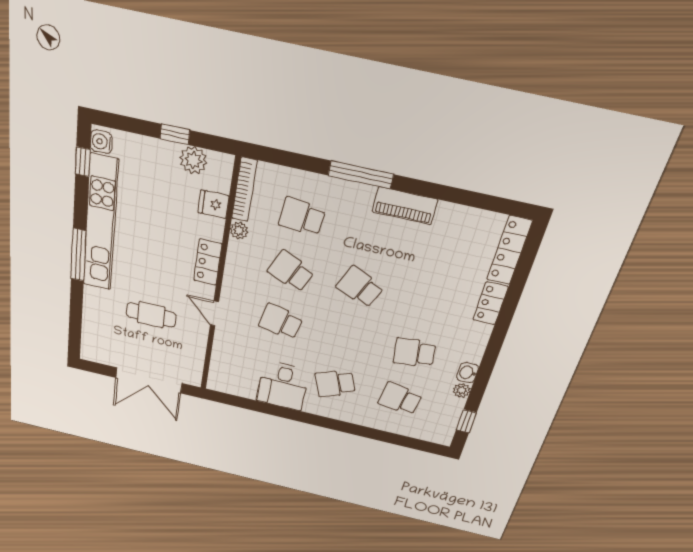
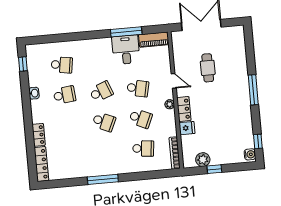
window: (361, 175) -> (103, 179), moved
fridge: (213, 204) -> (187, 128), moved
piano: (405, 206) -> (154, 40), moved, turned 180
kitchen unit: (101, 224) -> (244, 111), removed
plant: (239, 231) -> (170, 104), moved
cafe table: (151, 315) -> (208, 68), turned 90
school desk: (335, 384) -> (101, 92), moved
plant: (462, 390) -> (33, 82), removed
window: (274, 410) -> (126, 32), added

